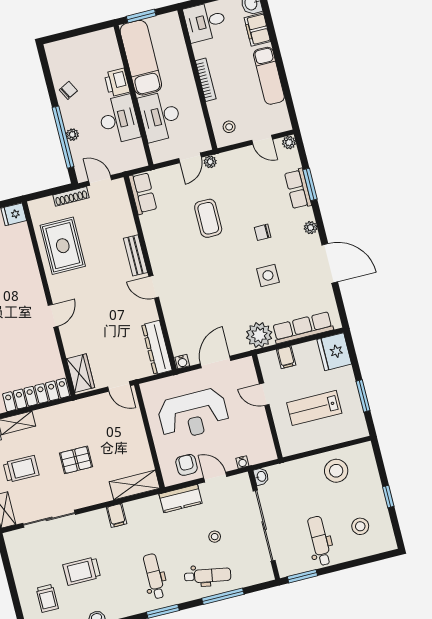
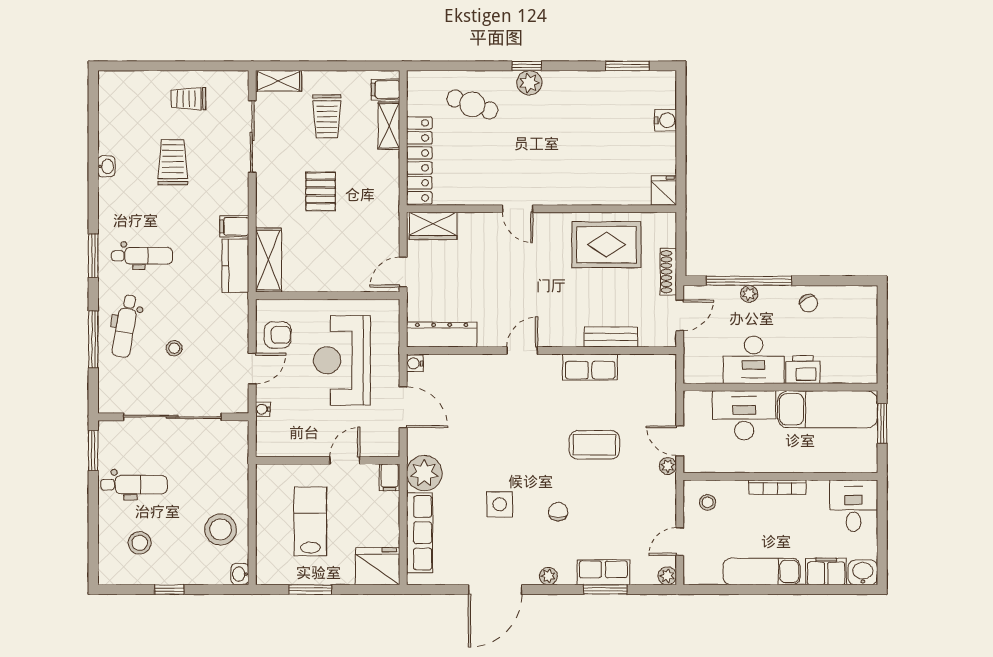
row of seats: (143, 193) -> (590, 367), moved
bench: (135, 255) -> (611, 337), moved
filing cabinet: (286, 357) -> (390, 477), moved, turned -90
washbasin: (261, 476) -> (240, 574), moved, turned 90
kitchen counter: (181, 499) -> (235, 266), moved
trolley: (47, 598) -> (188, 99), moved

